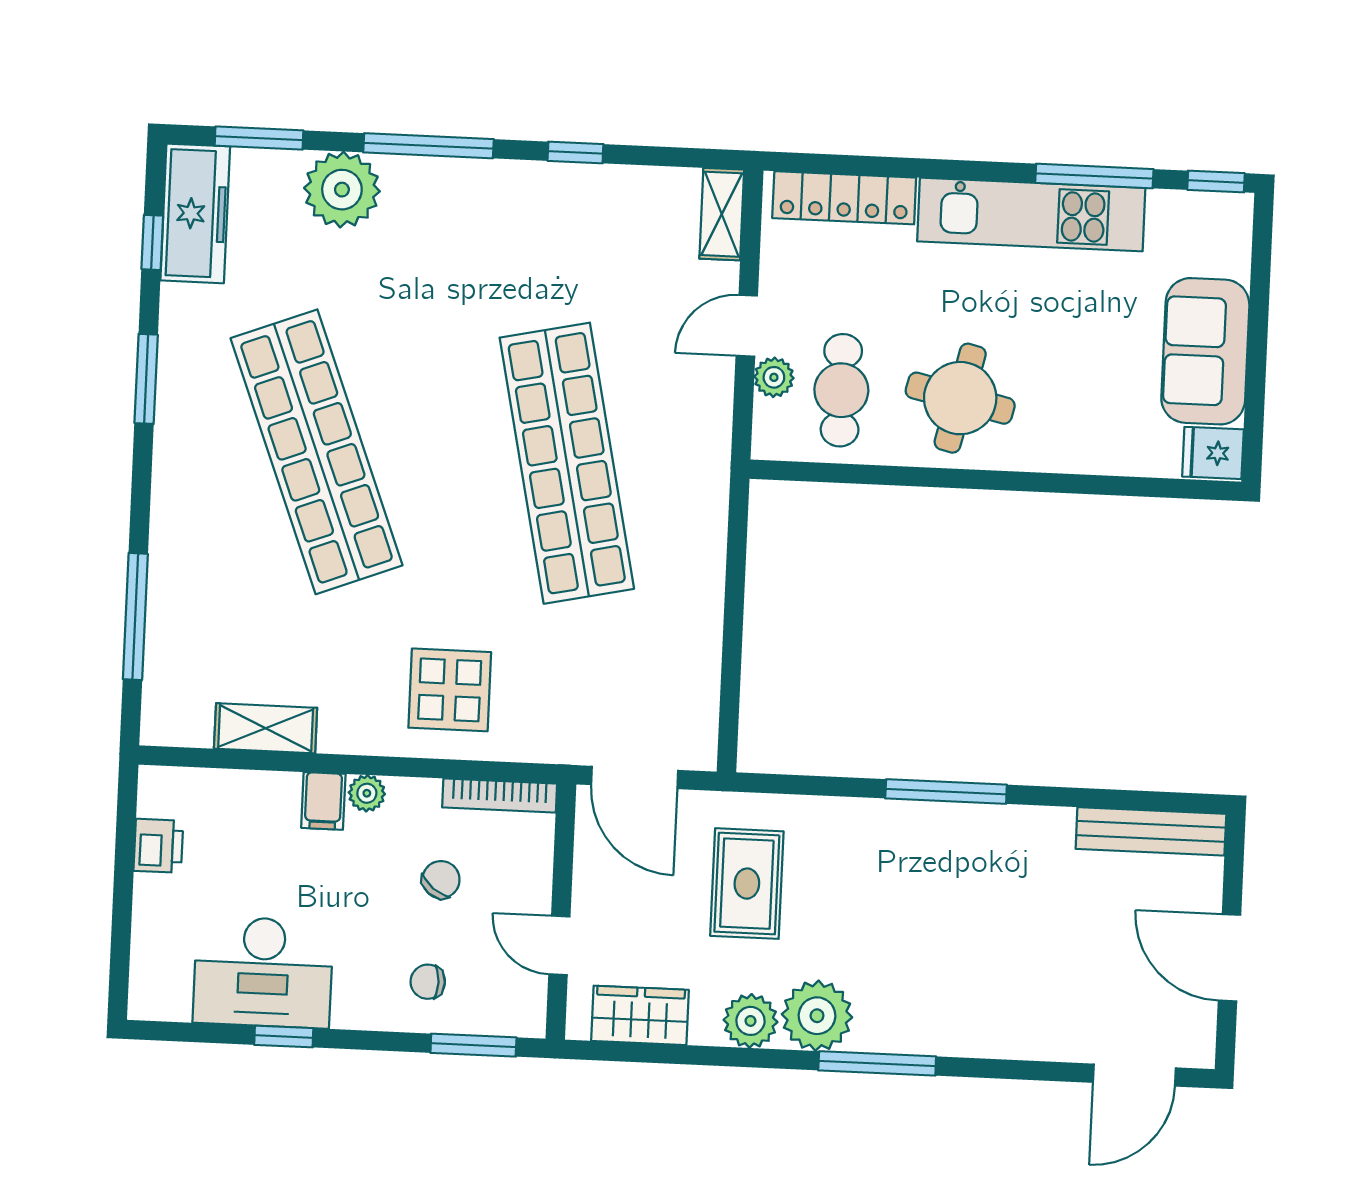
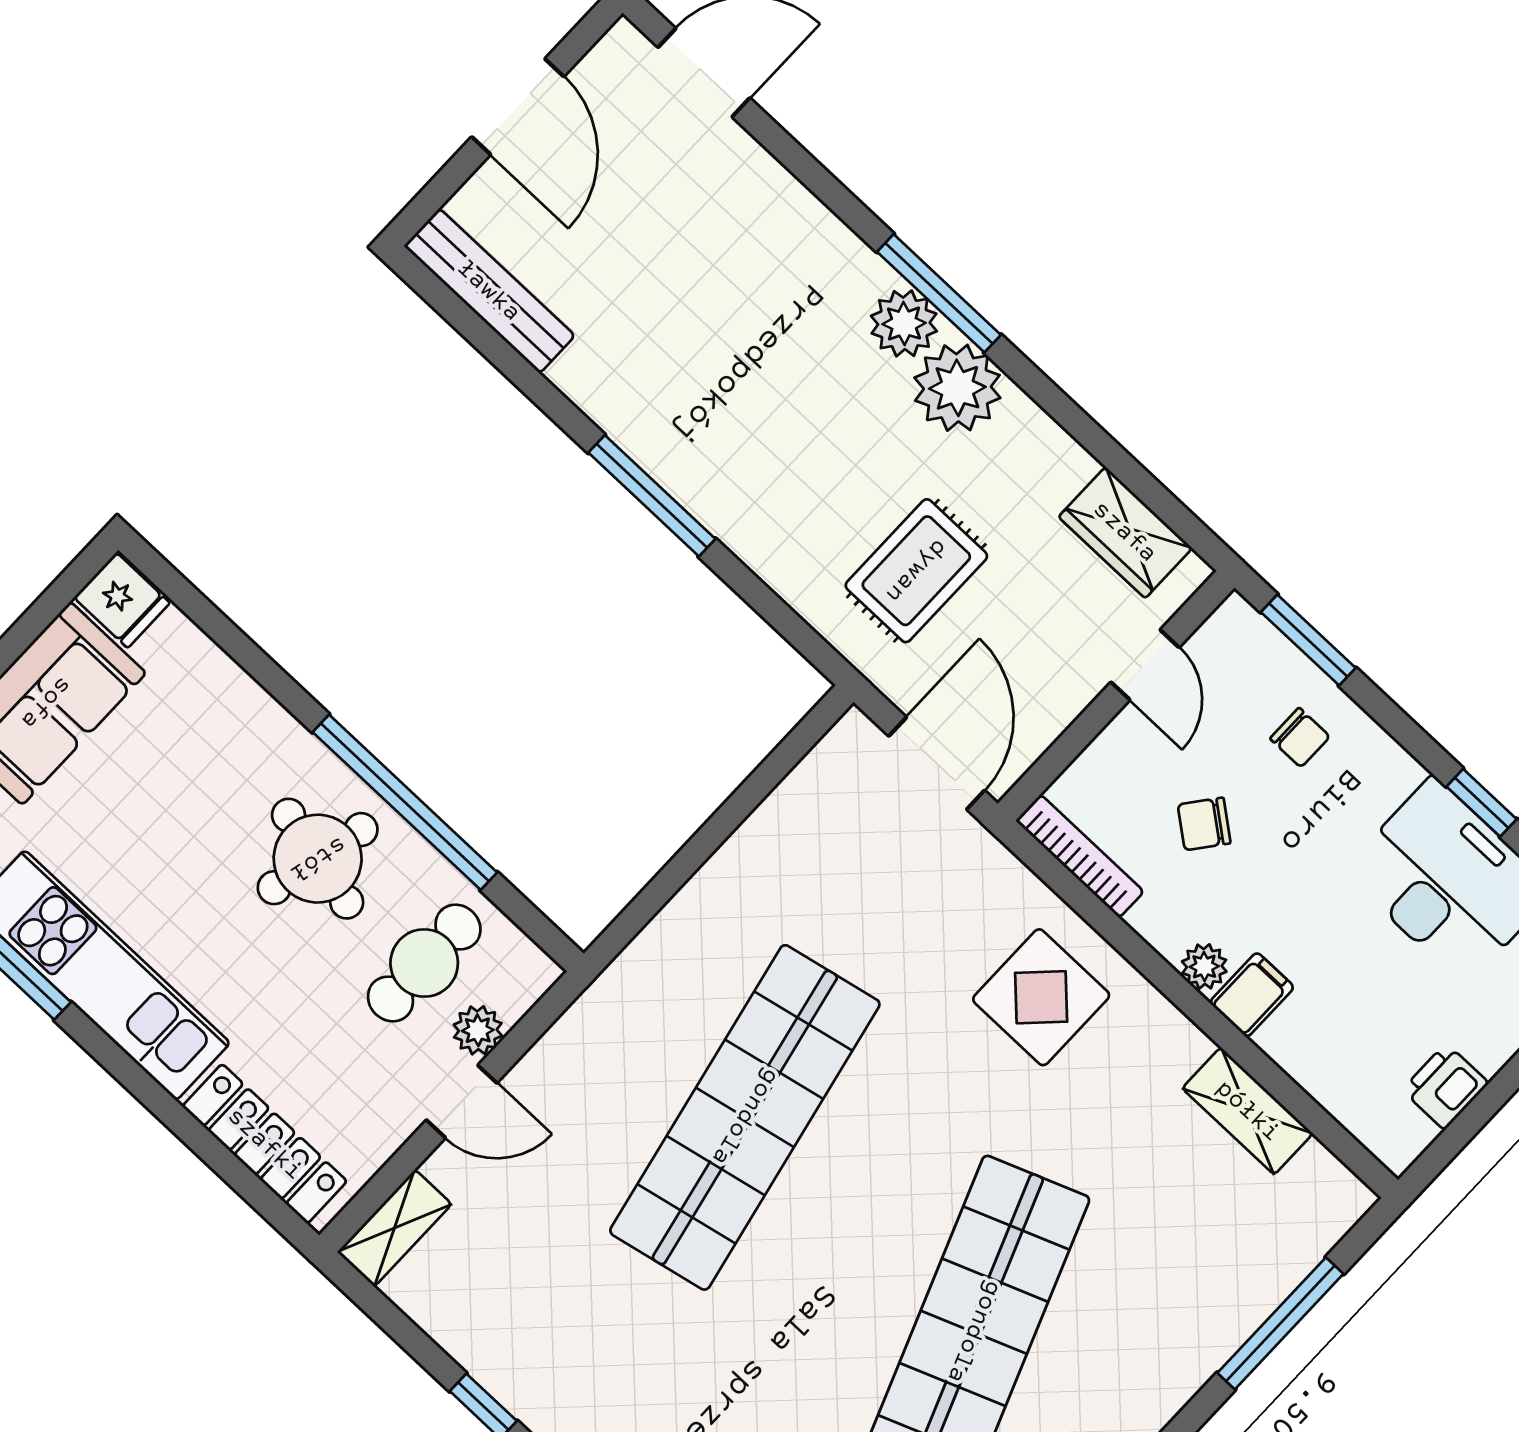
window: (937, 478) -> (405, 802), added
plant: (750, 1021) -> (904, 323), moved

